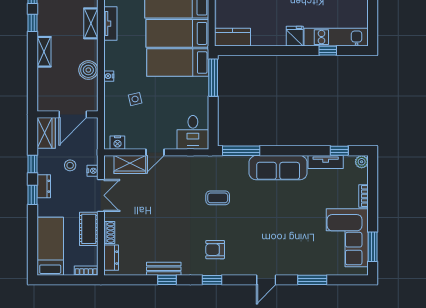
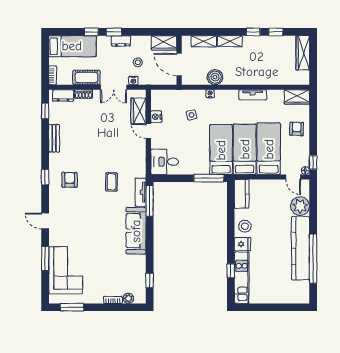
shelving: (91, 23) -> (204, 41), moved
stool: (272, 33) -> (245, 226), added
nightstand: (117, 143) -> (156, 117), moved
tv unit: (326, 162) -> (141, 192), moved
plant: (362, 162) -> (128, 298), moved
window: (33, 164) -> (91, 32), moved
corner sofa: (347, 238) -> (66, 270), moved, turned 90
window: (167, 280) -> (45, 111), moved

